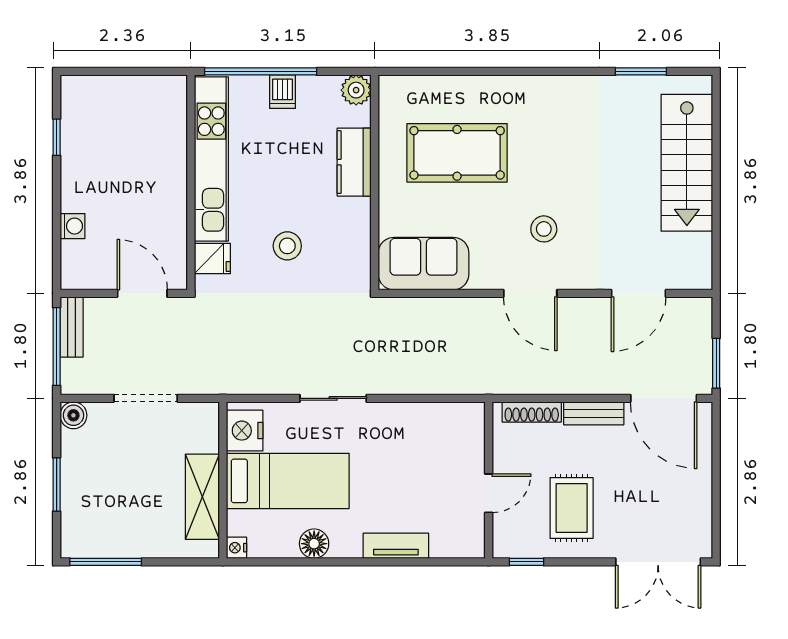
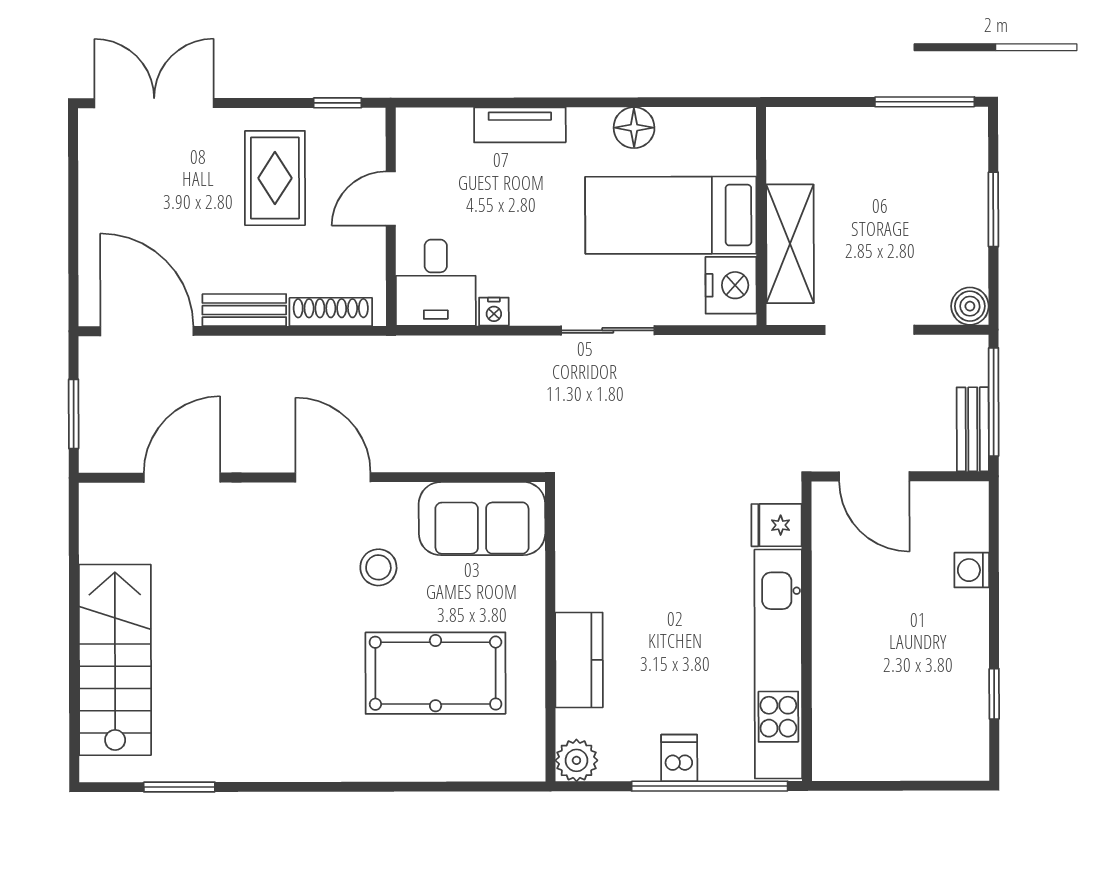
stool: (544, 229) -> (378, 567), moved
stool: (287, 246) -> (672, 543), removed
window: (716, 363) -> (74, 414), moved
desk: (456, 433) -> (436, 283), added
shelving: (202, 497) -> (790, 244), moved
nightstand: (236, 548) -> (494, 312), moved, turned 90

